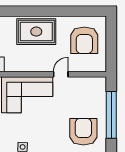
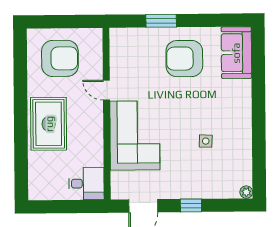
window: (111, 115) -> (161, 21), width x0.47

